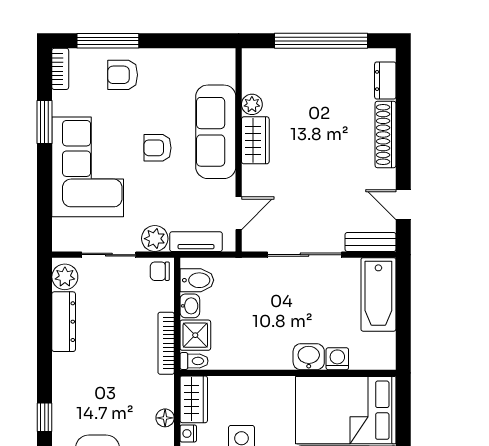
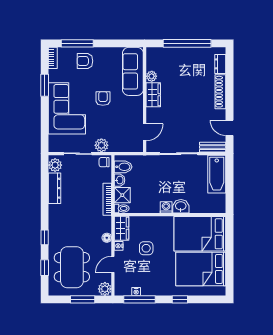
sofa: (216, 132) -> (133, 71), moved
armchair: (158, 148) -> (103, 99), turned 90
tv unit: (196, 242) -> (123, 147), removed
washing machine: (337, 359) -> (166, 207), moved

